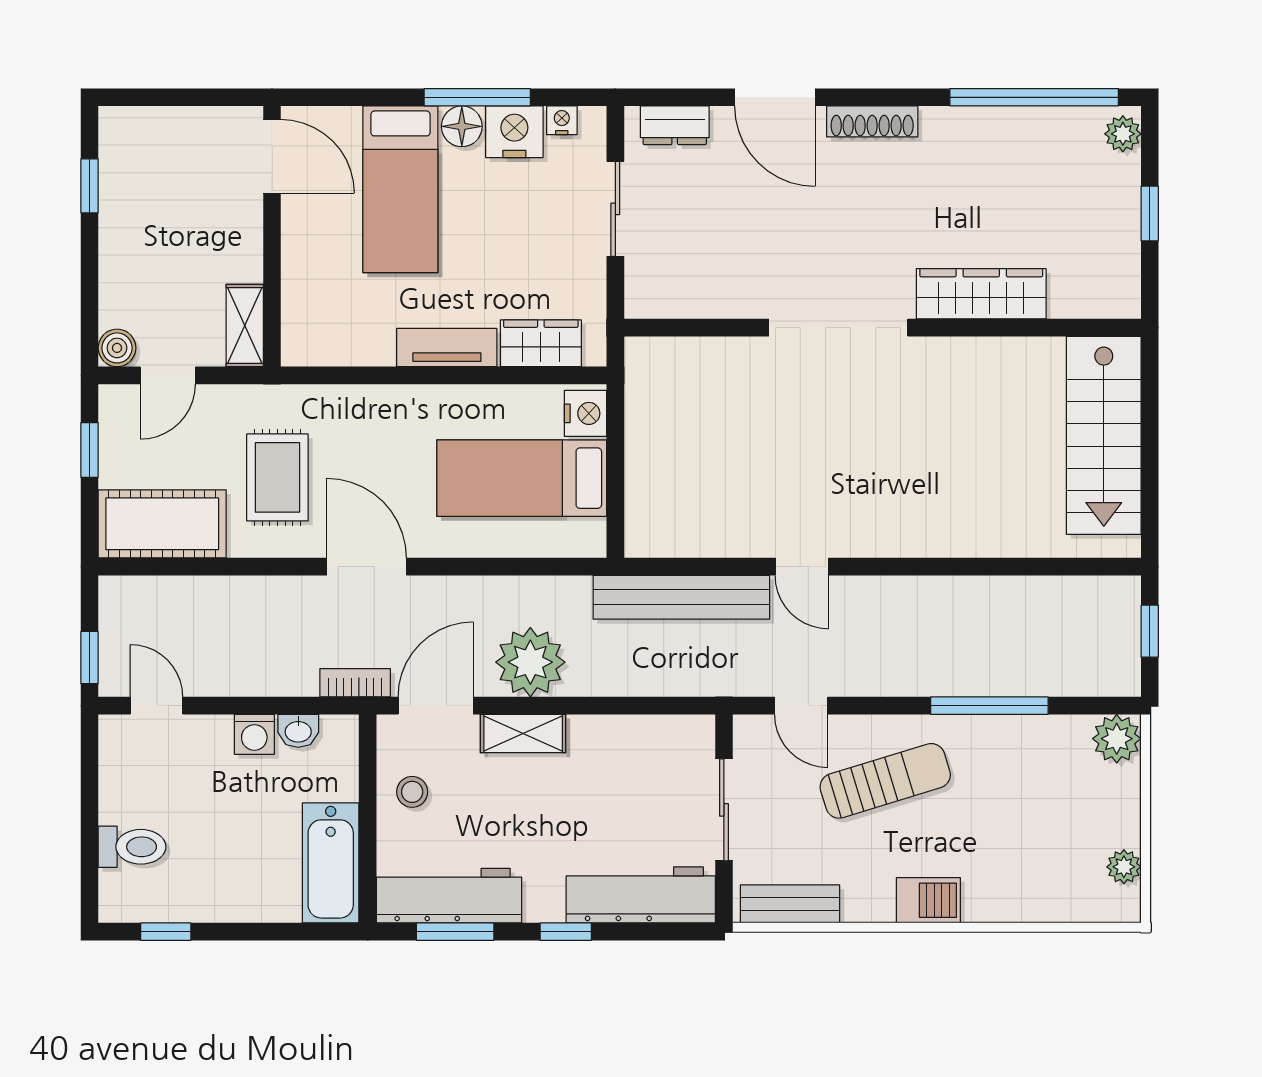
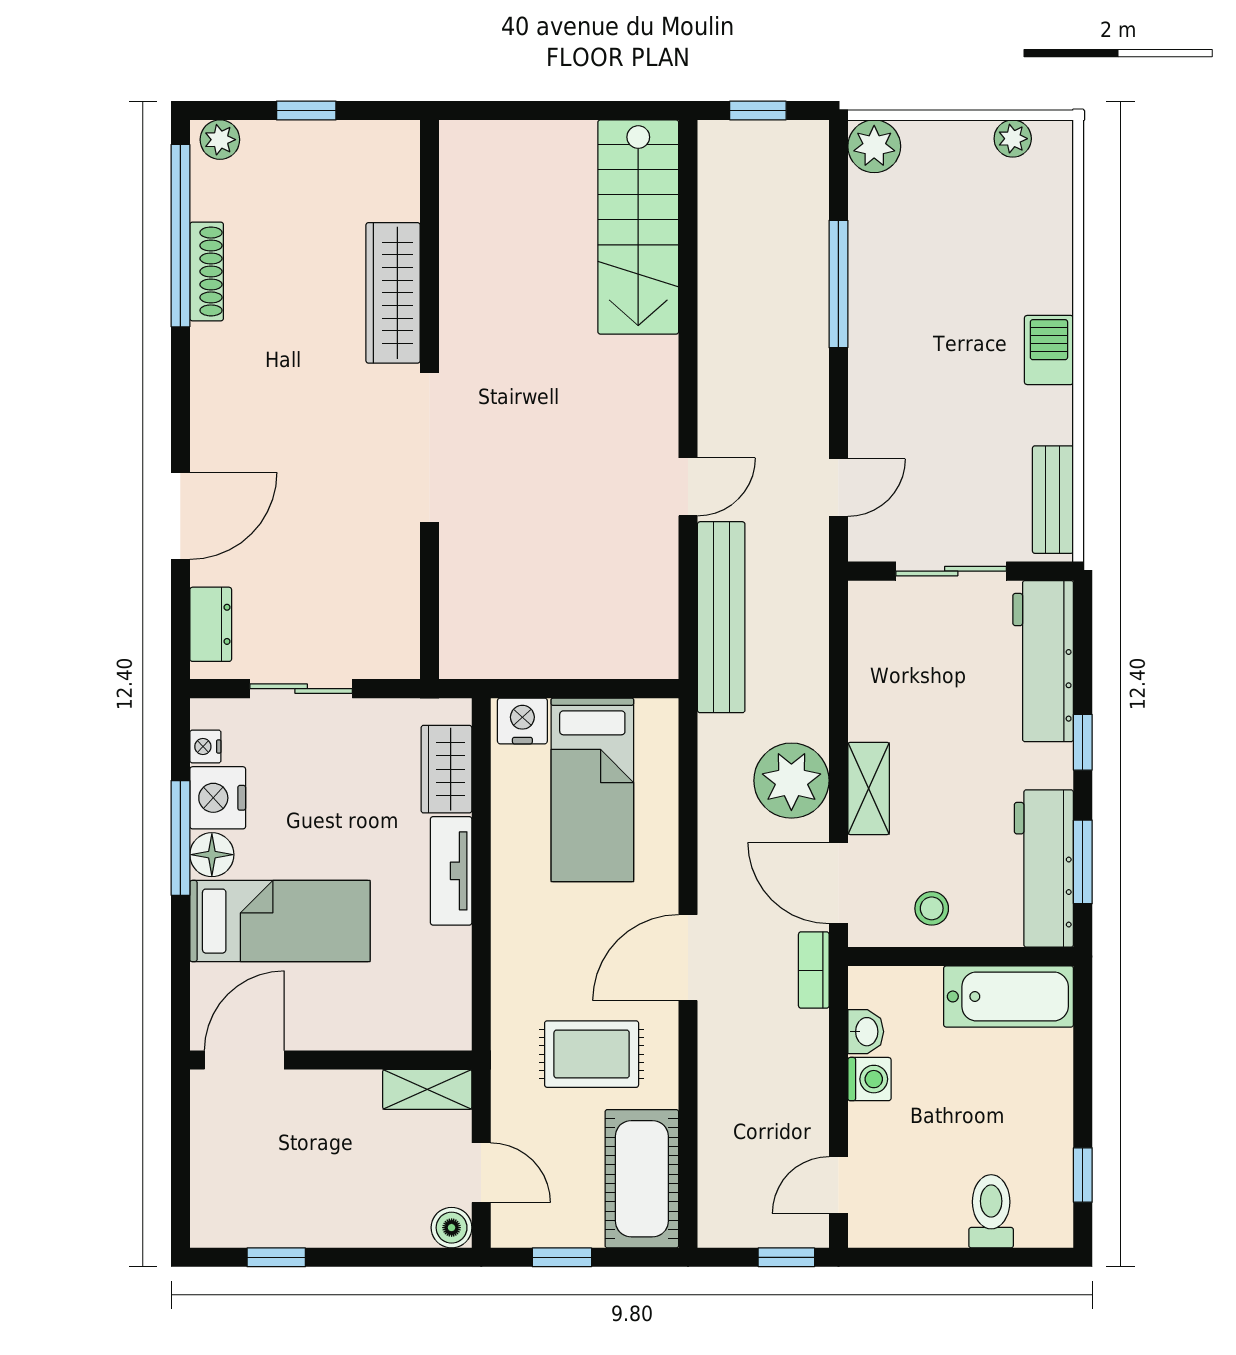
shoe rack: (872, 121) -> (207, 271), moved
stairs: (1104, 435) -> (638, 227), moved, turned 90
sun lounger: (885, 781) -> (920, 397), removed

